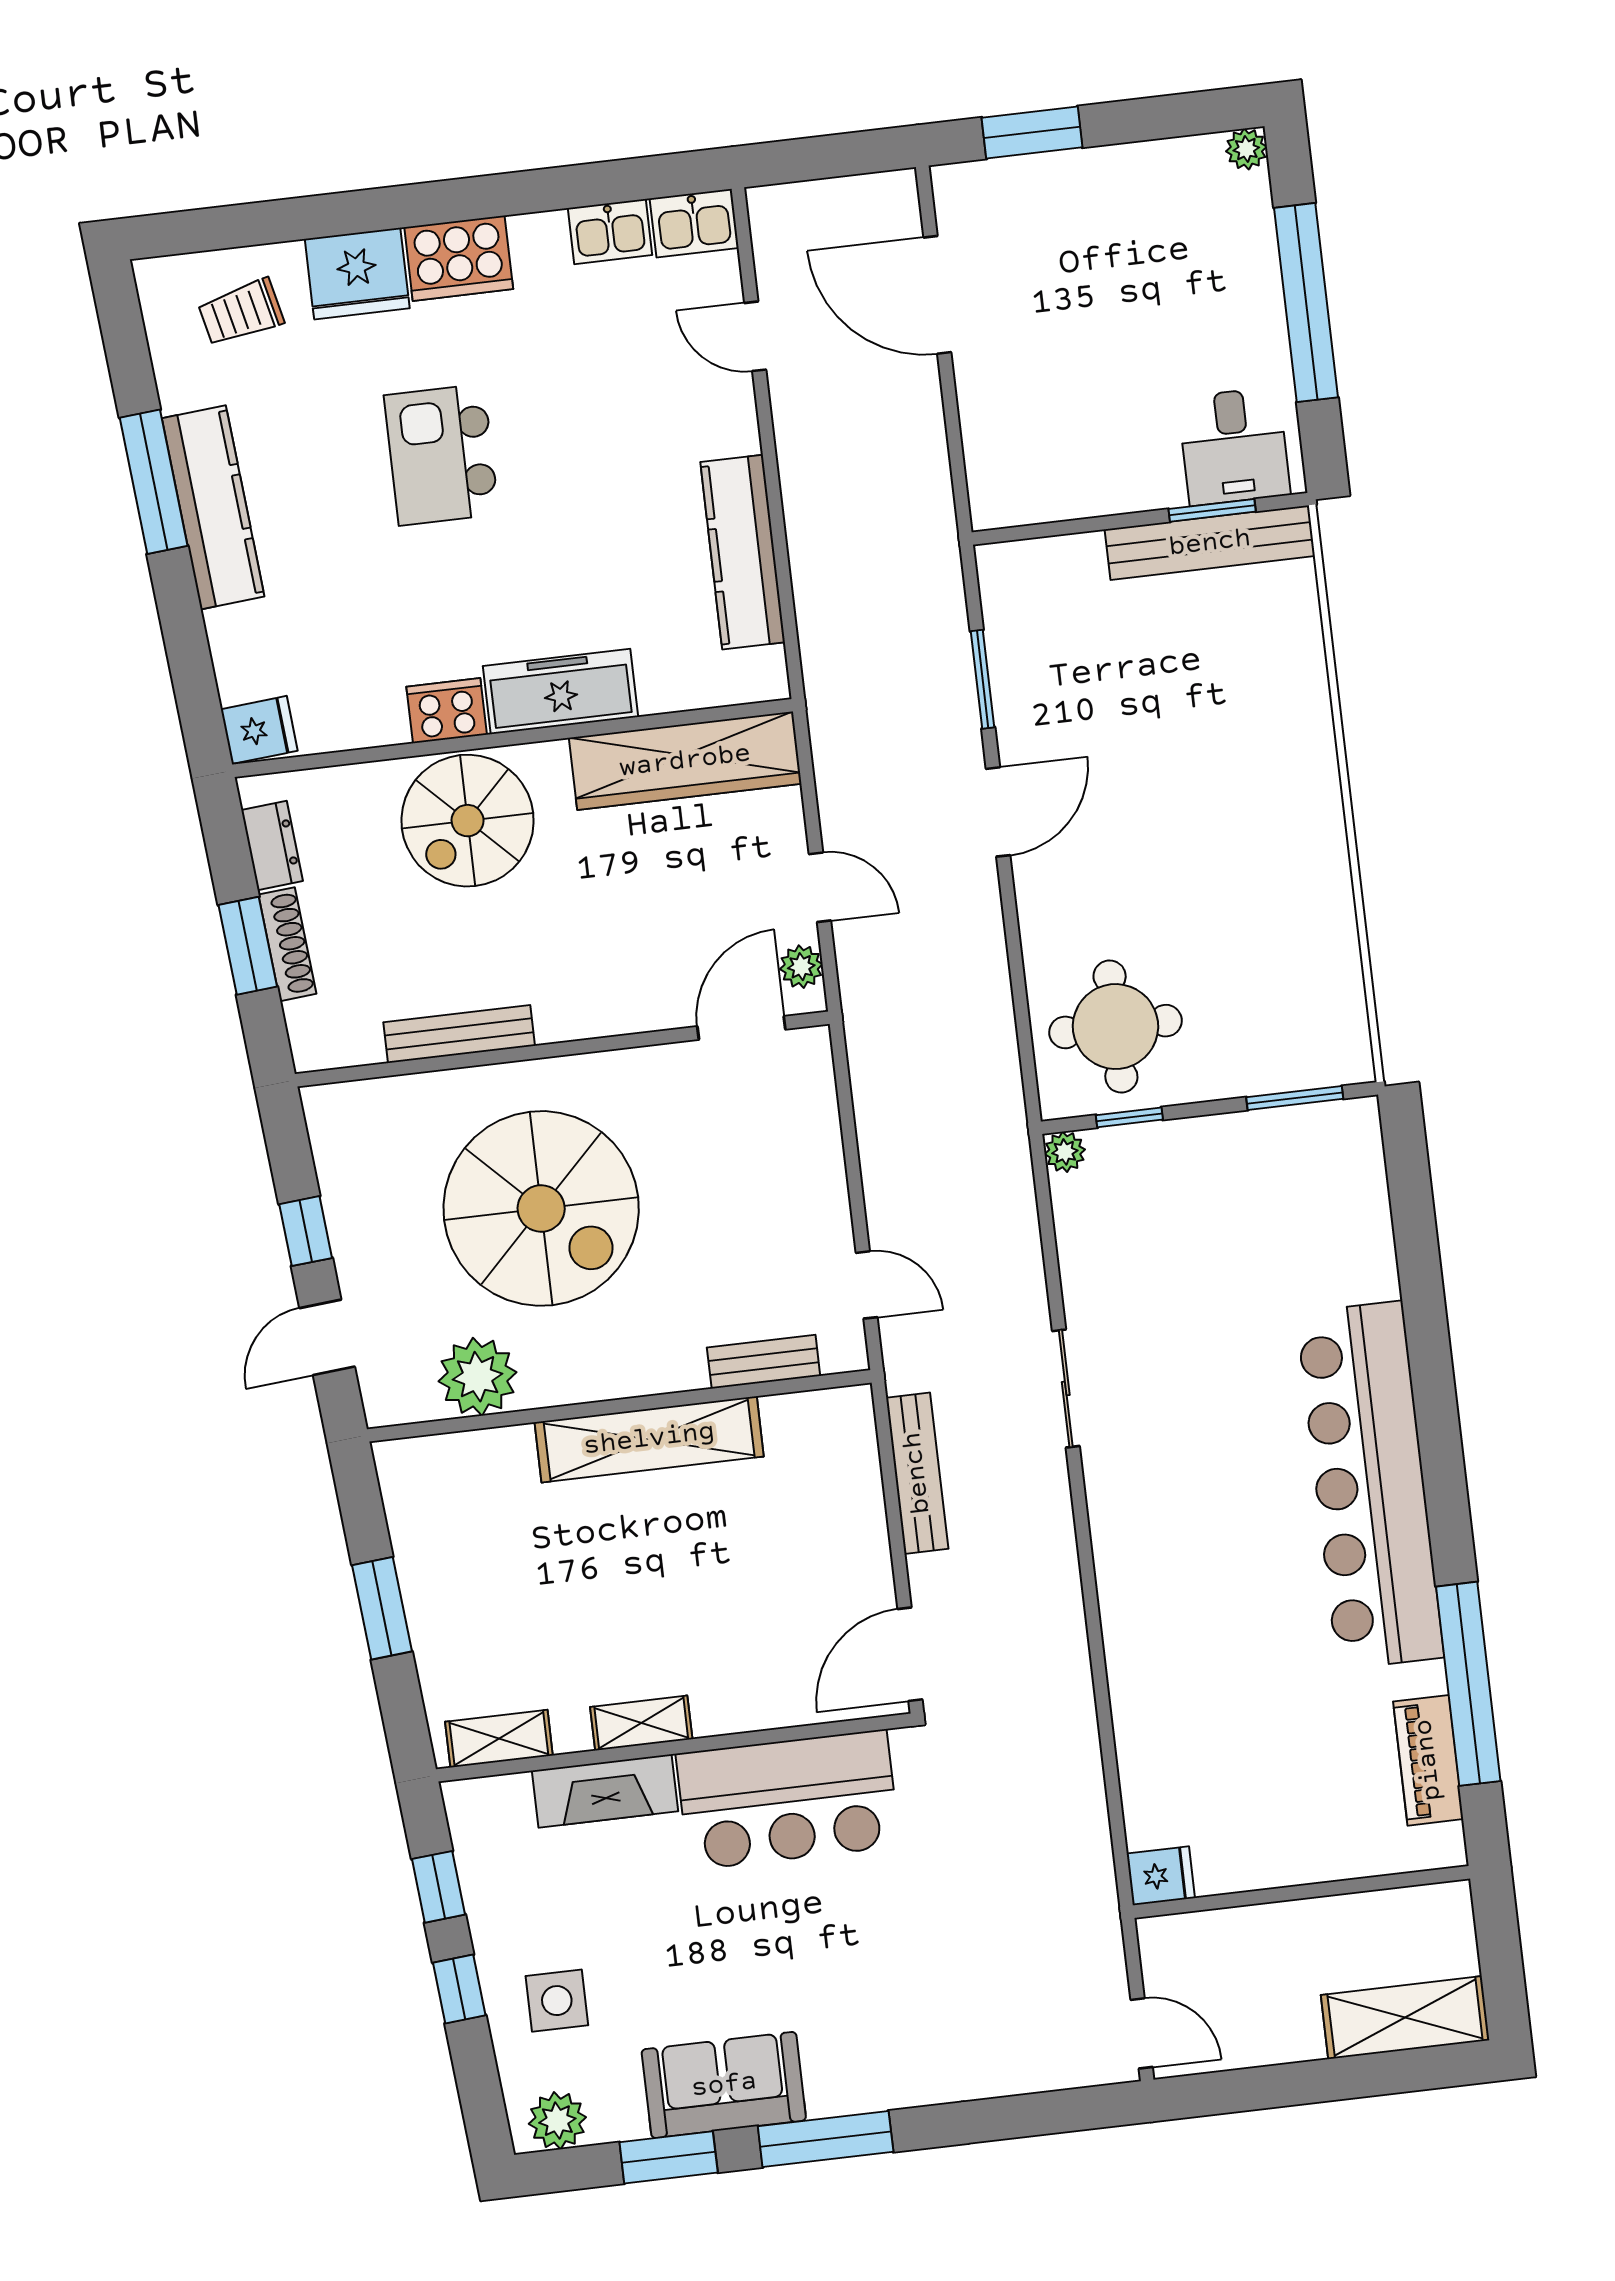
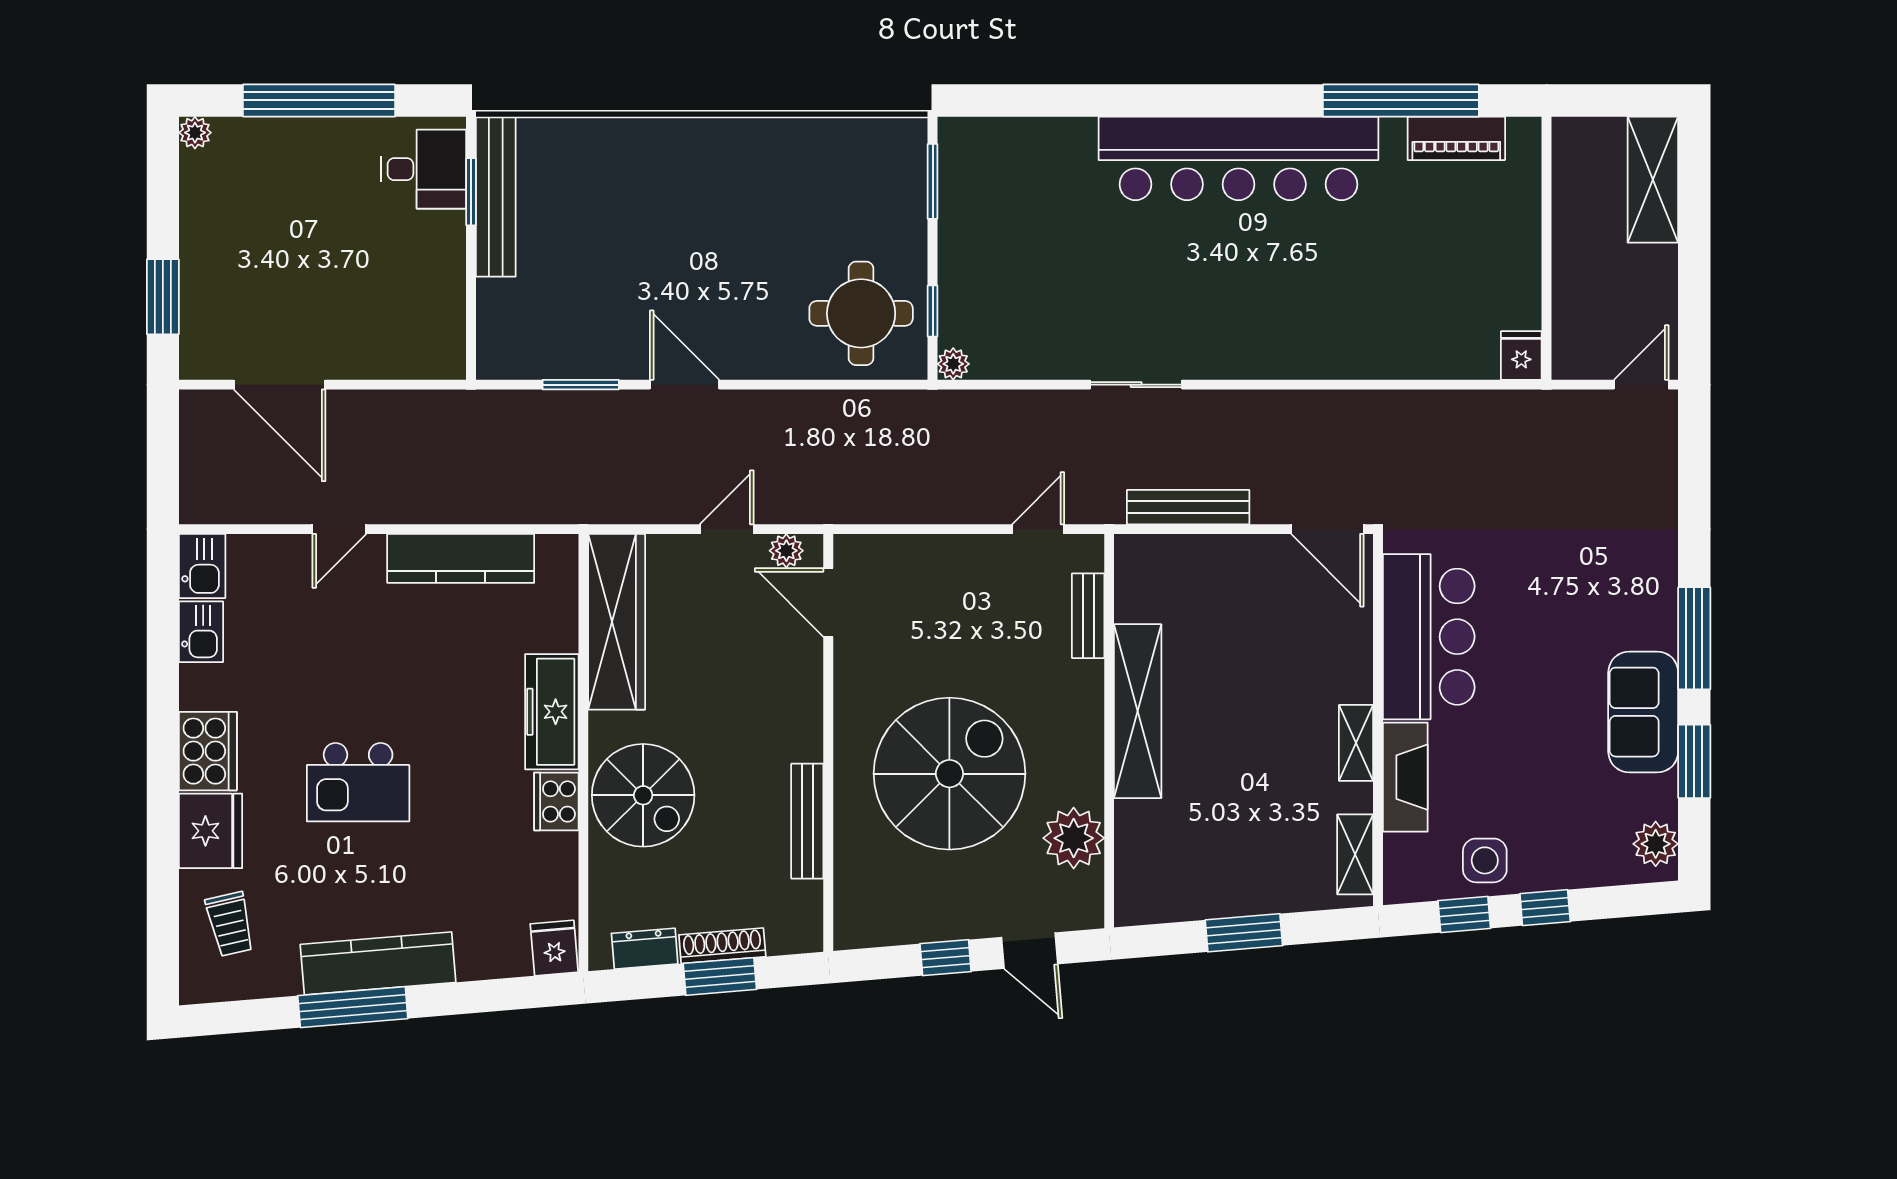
door: (937, 295) -> (280, 385), hinge flipped
door: (755, 336) -> (339, 529), moved
side table: (557, 2001) -> (1485, 860), moved

